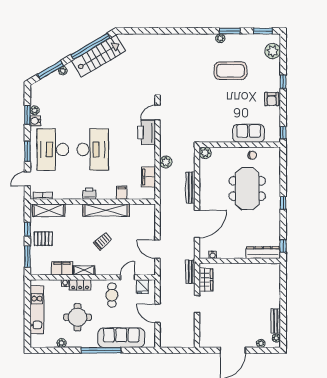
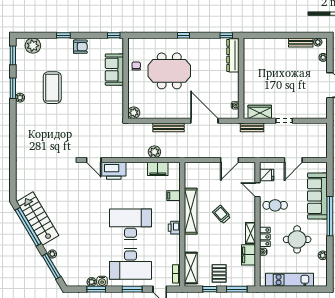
plant: (166, 162) -> (154, 152), moved

